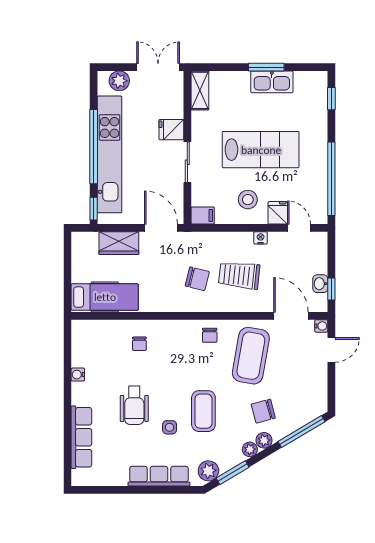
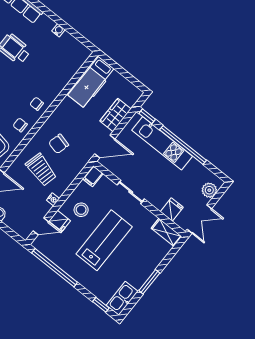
kitchen sink: (272, 82) -> (122, 298), moved
fridge: (171, 130) -> (172, 210), moved
lab bench: (261, 150) -> (104, 240), turned 180
kitchen unit: (110, 154) -> (162, 143), width x0.73
trolley: (239, 275) -> (41, 170), turned 98
chair: (139, 344) -> (37, 104), moved

